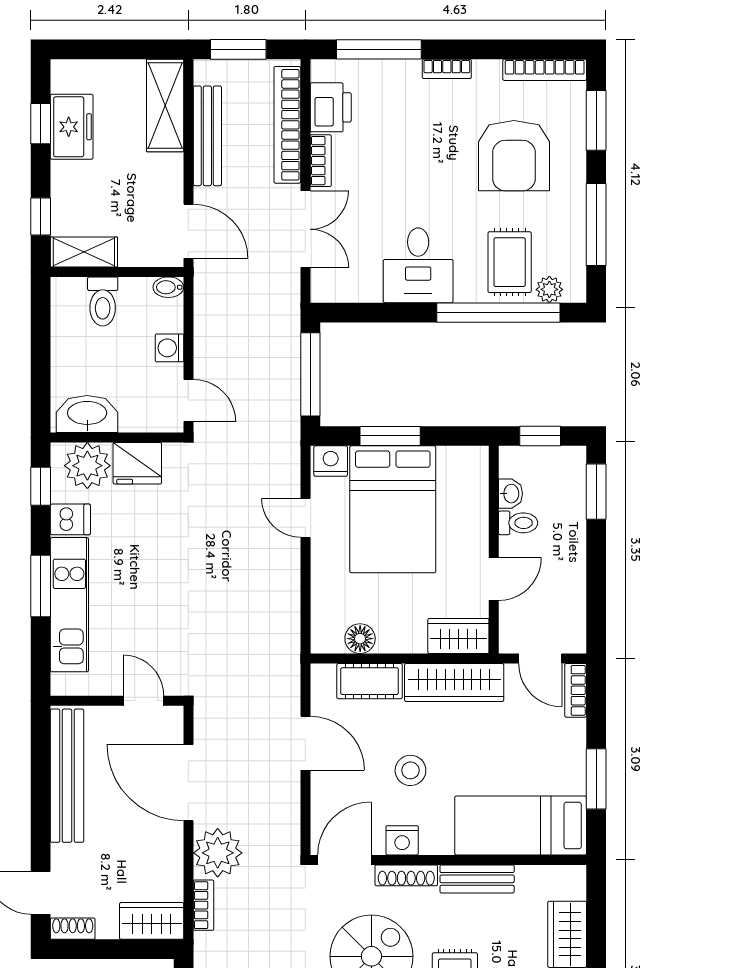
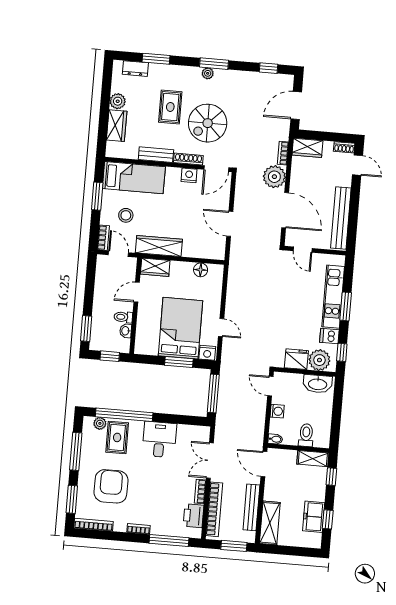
cot: (370, 681) -> (198, 250), removed
stool: (410, 770) -> (126, 215), moved

